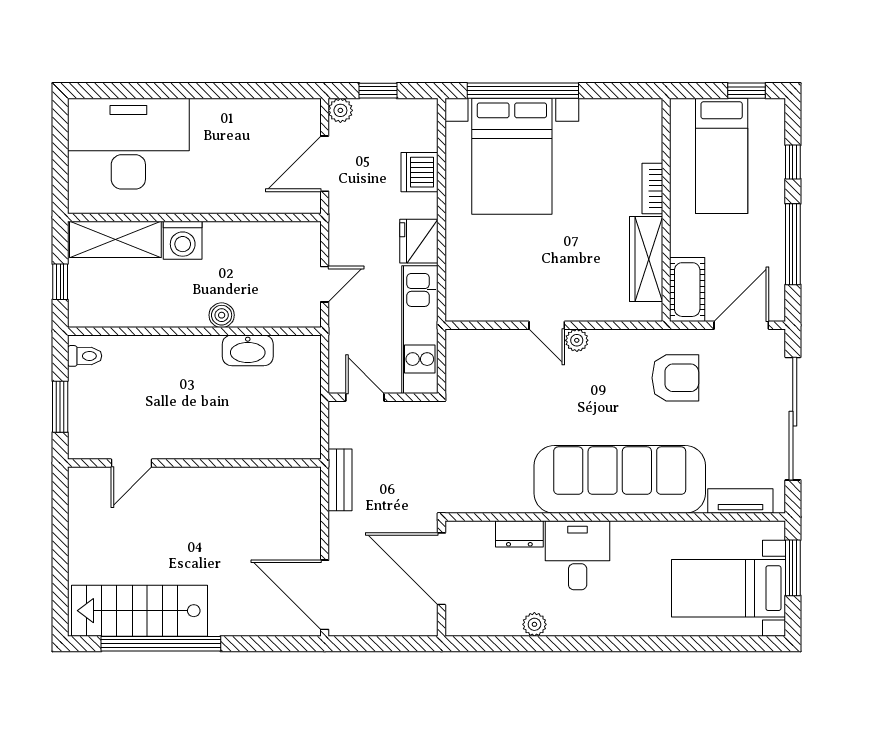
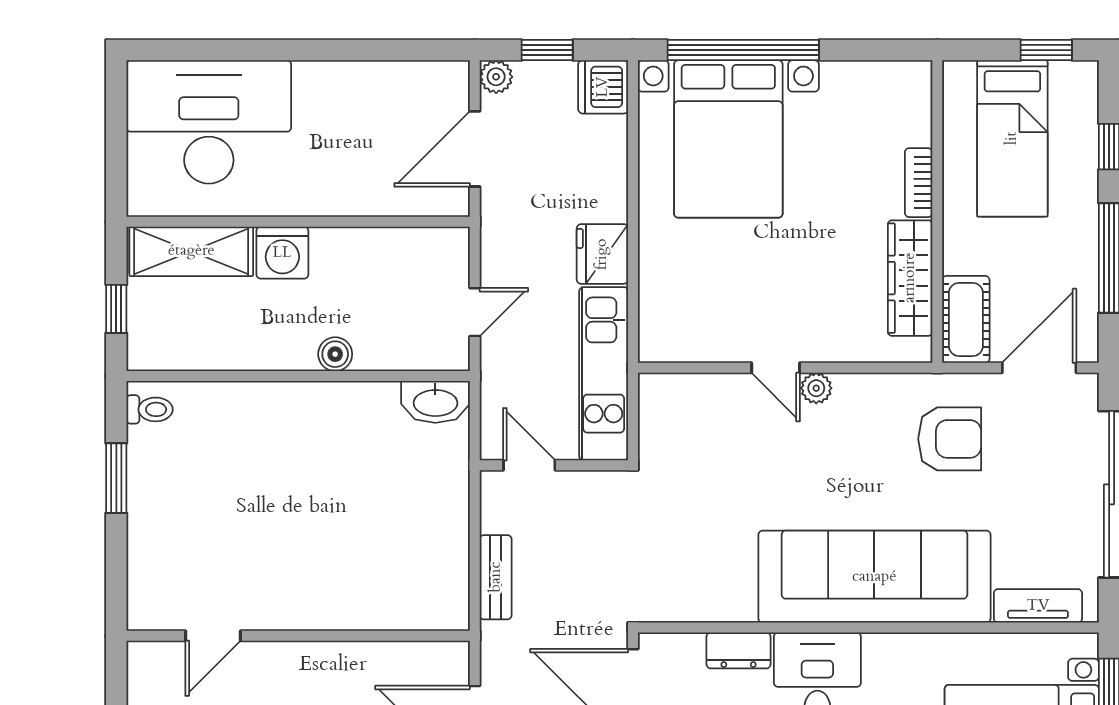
dishwasher: (419, 172) -> (603, 87), moved
washbasin: (248, 350) -> (435, 402), moved
door: (131, 463) -> (213, 636), moved
wall: (194, 463) -> (298, 636), moved

